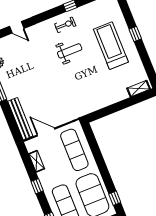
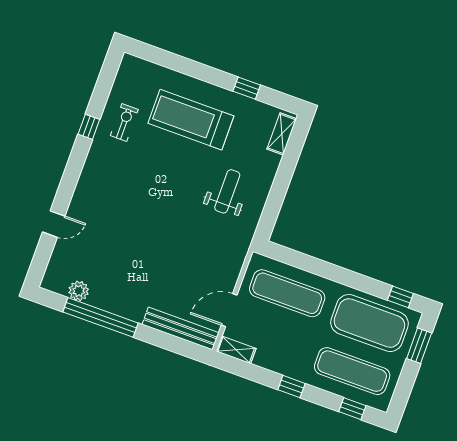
exercise bike: (65, 25) -> (124, 123), moved
window: (135, 34) -> (247, 88), moved
weight bench: (70, 51) -> (227, 191), moved
shelving: (37, 161) -> (236, 350), moved

